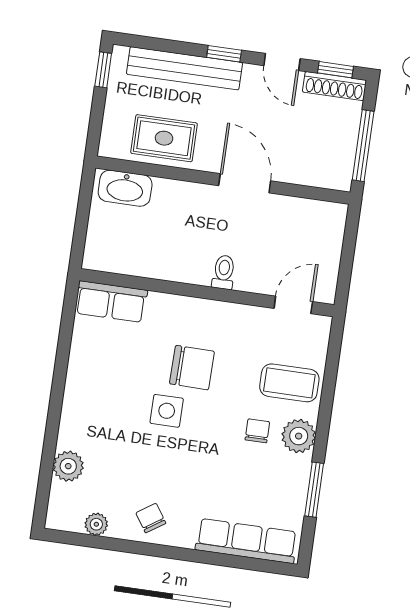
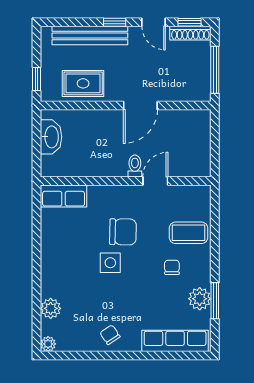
window: (103, 70) -> (37, 79), moved
door: (245, 183) -> (140, 106), swing flipped
washbasin: (125, 188) -> (51, 137), moved, turned -90
door: (293, 305) -> (155, 181), moved
plant: (299, 436) -> (200, 299), moved
plant: (96, 524) -> (48, 344), moved

